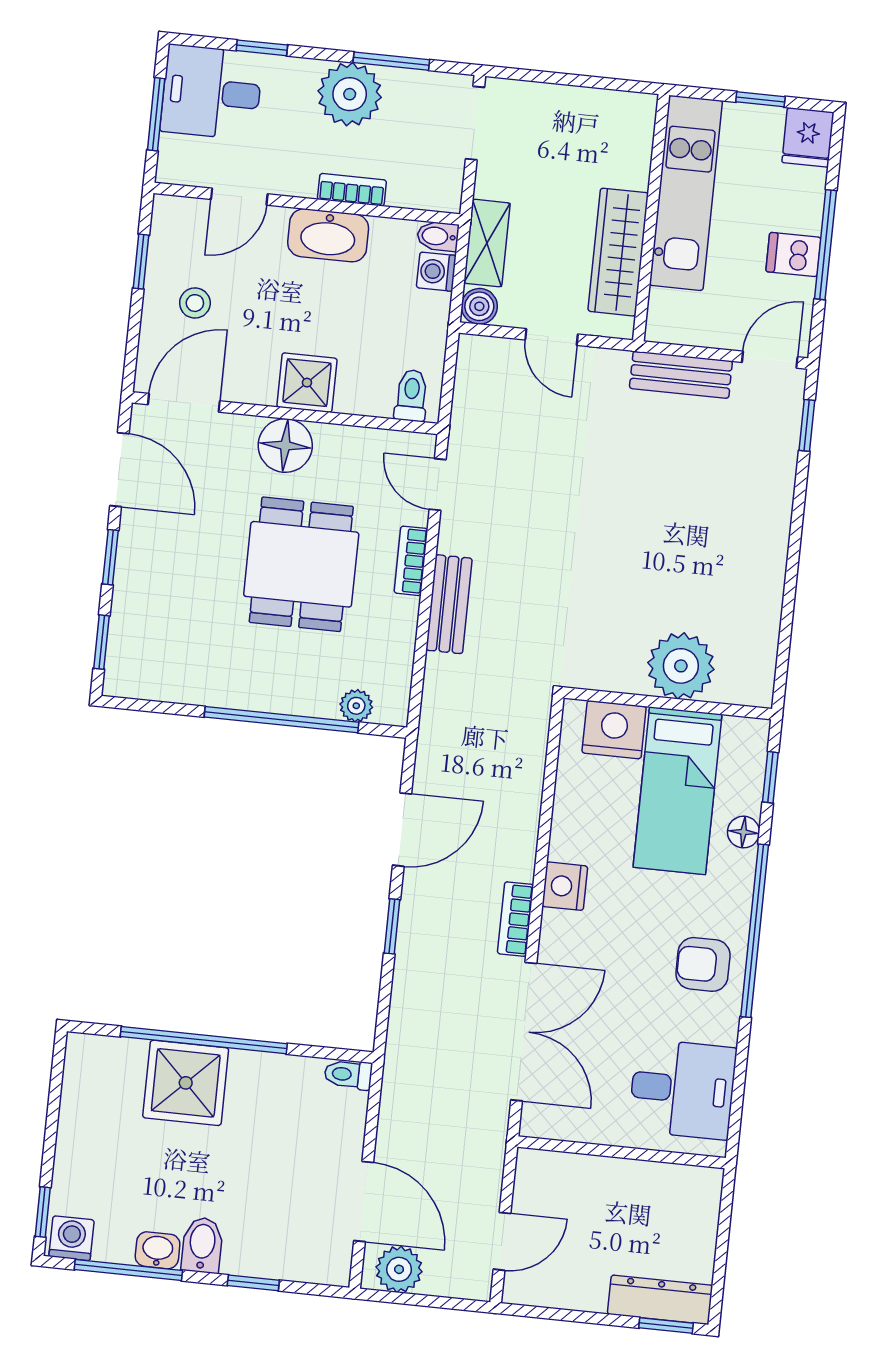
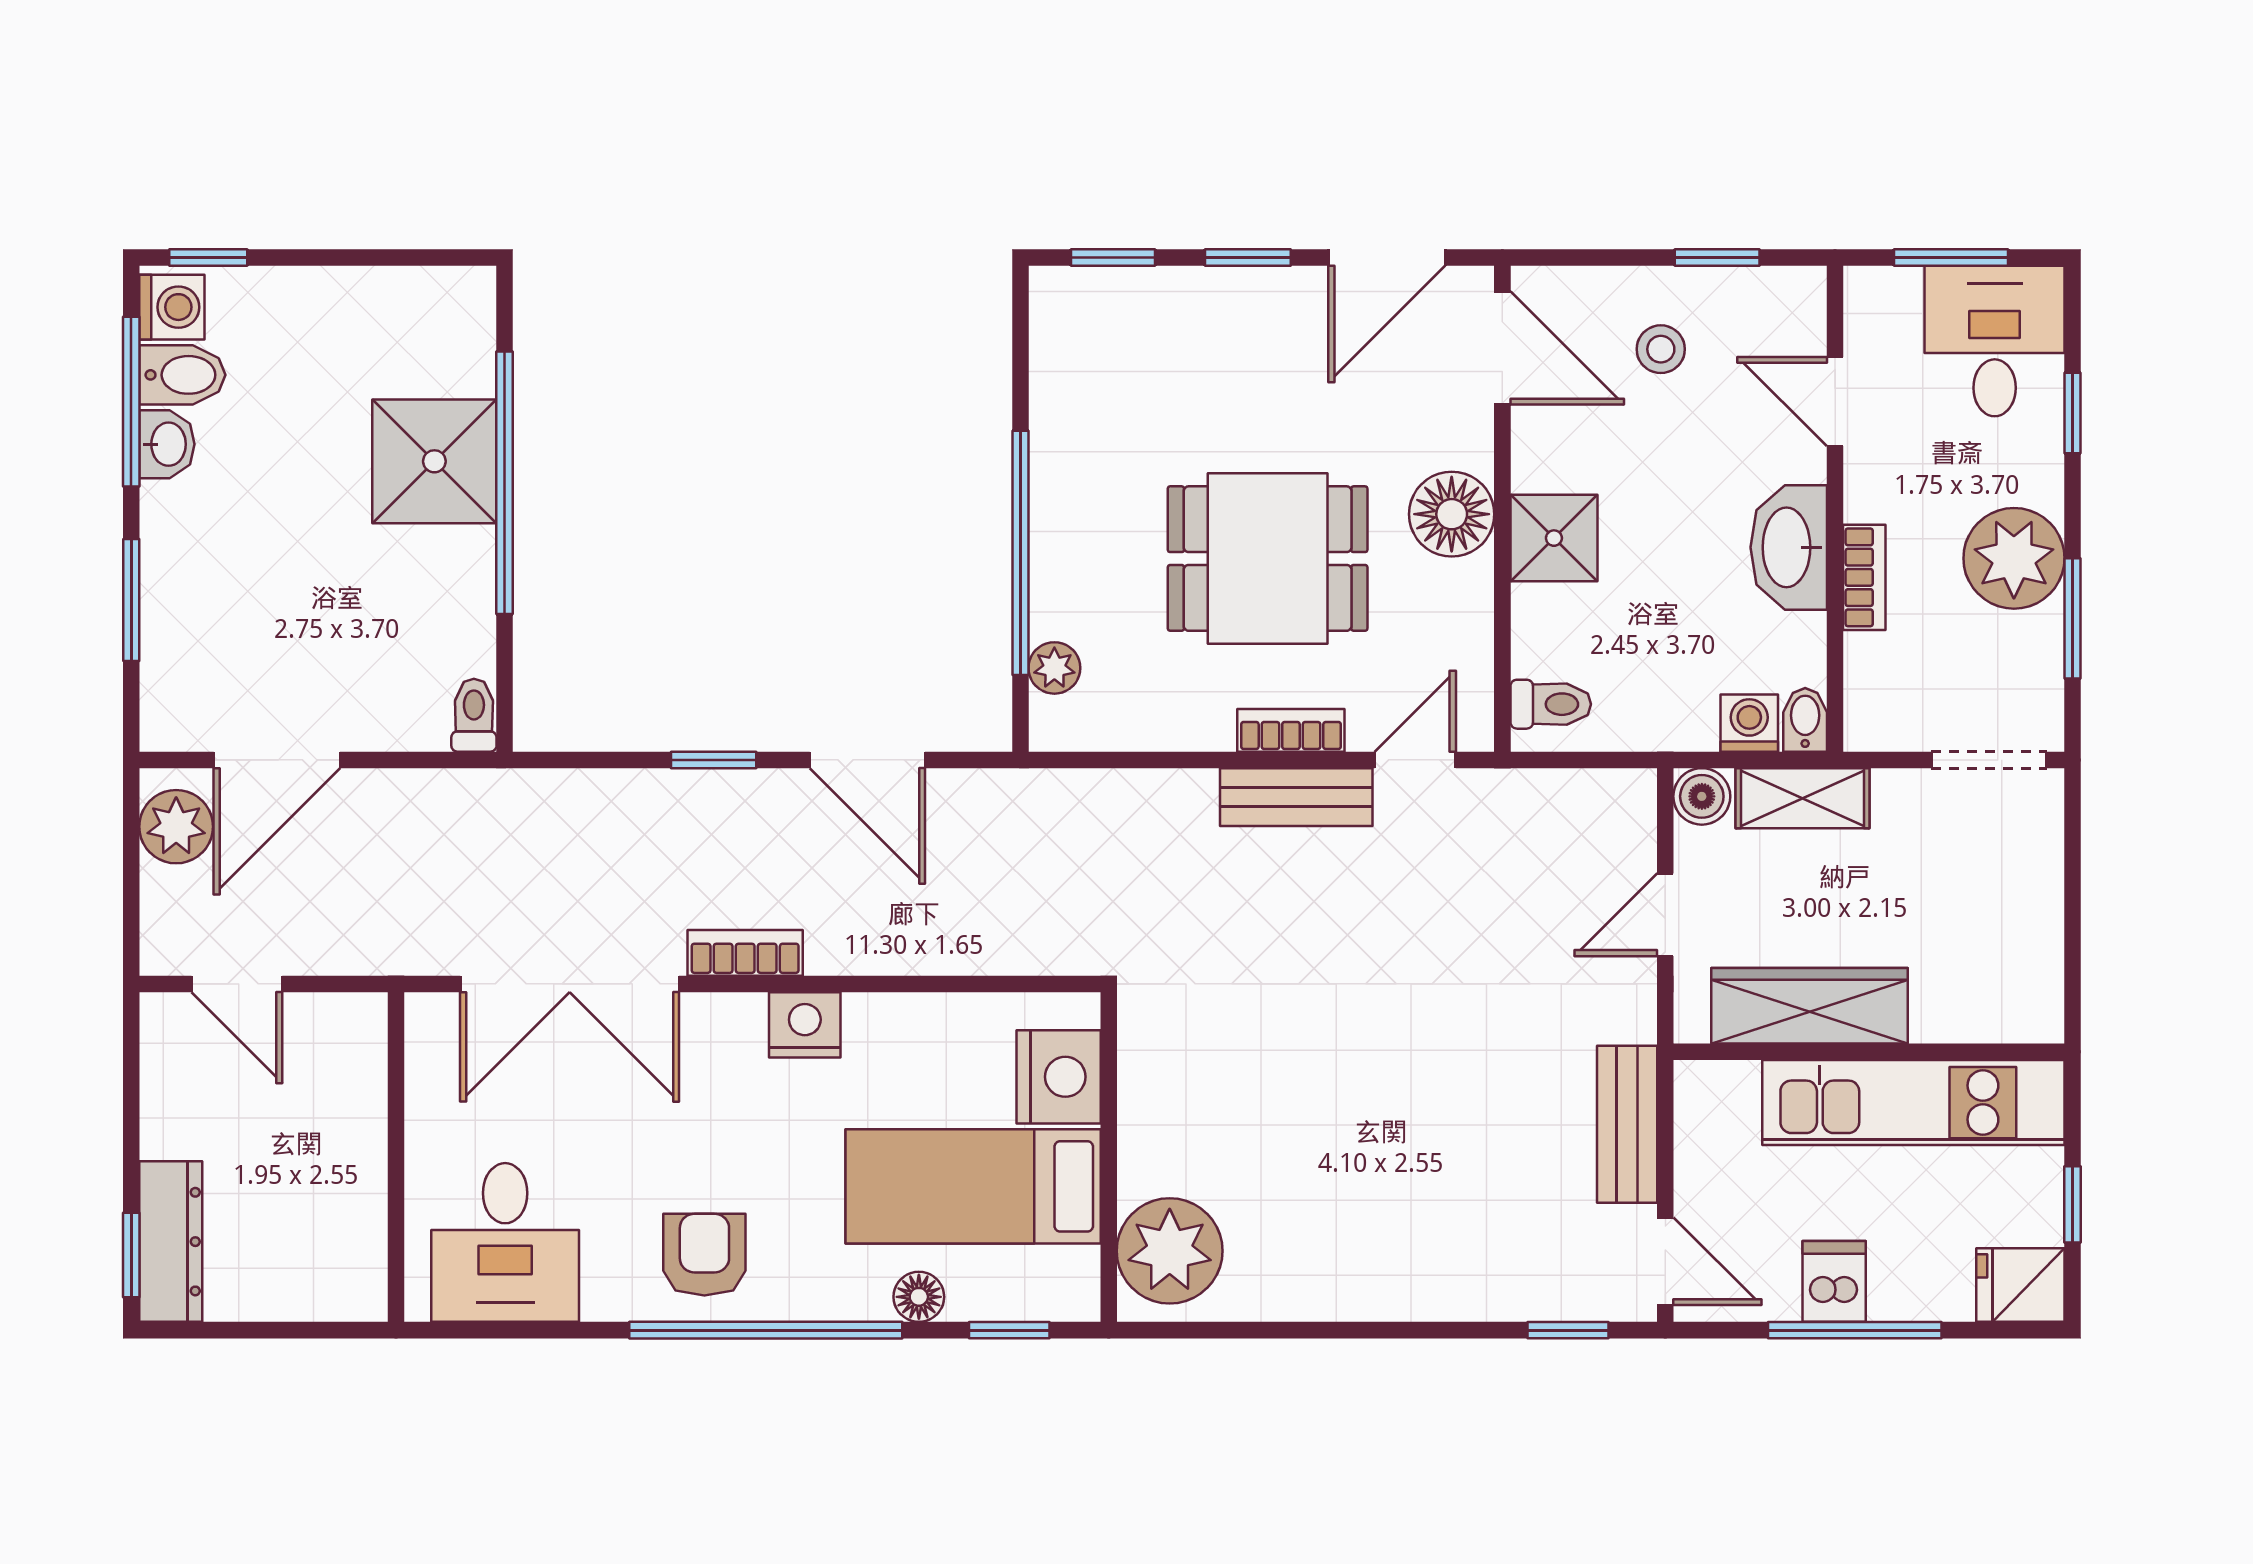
bench: (449, 604) -> (1296, 797), moved
plant: (681, 666) -> (1170, 1251), moved
bidet: (202, 1245) -> (182, 375), moved
window: (253, 1283) -> (131, 600), width x1.50

